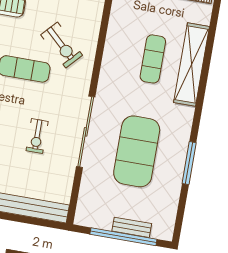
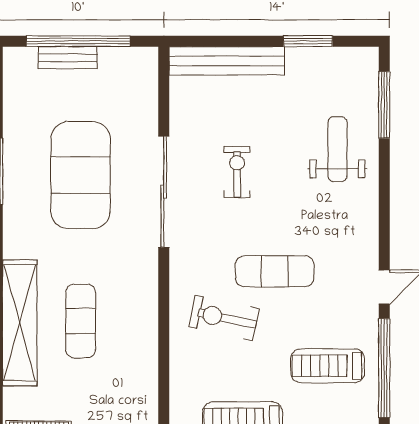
exercise bike: (62, 45) -> (224, 318), turned -31

